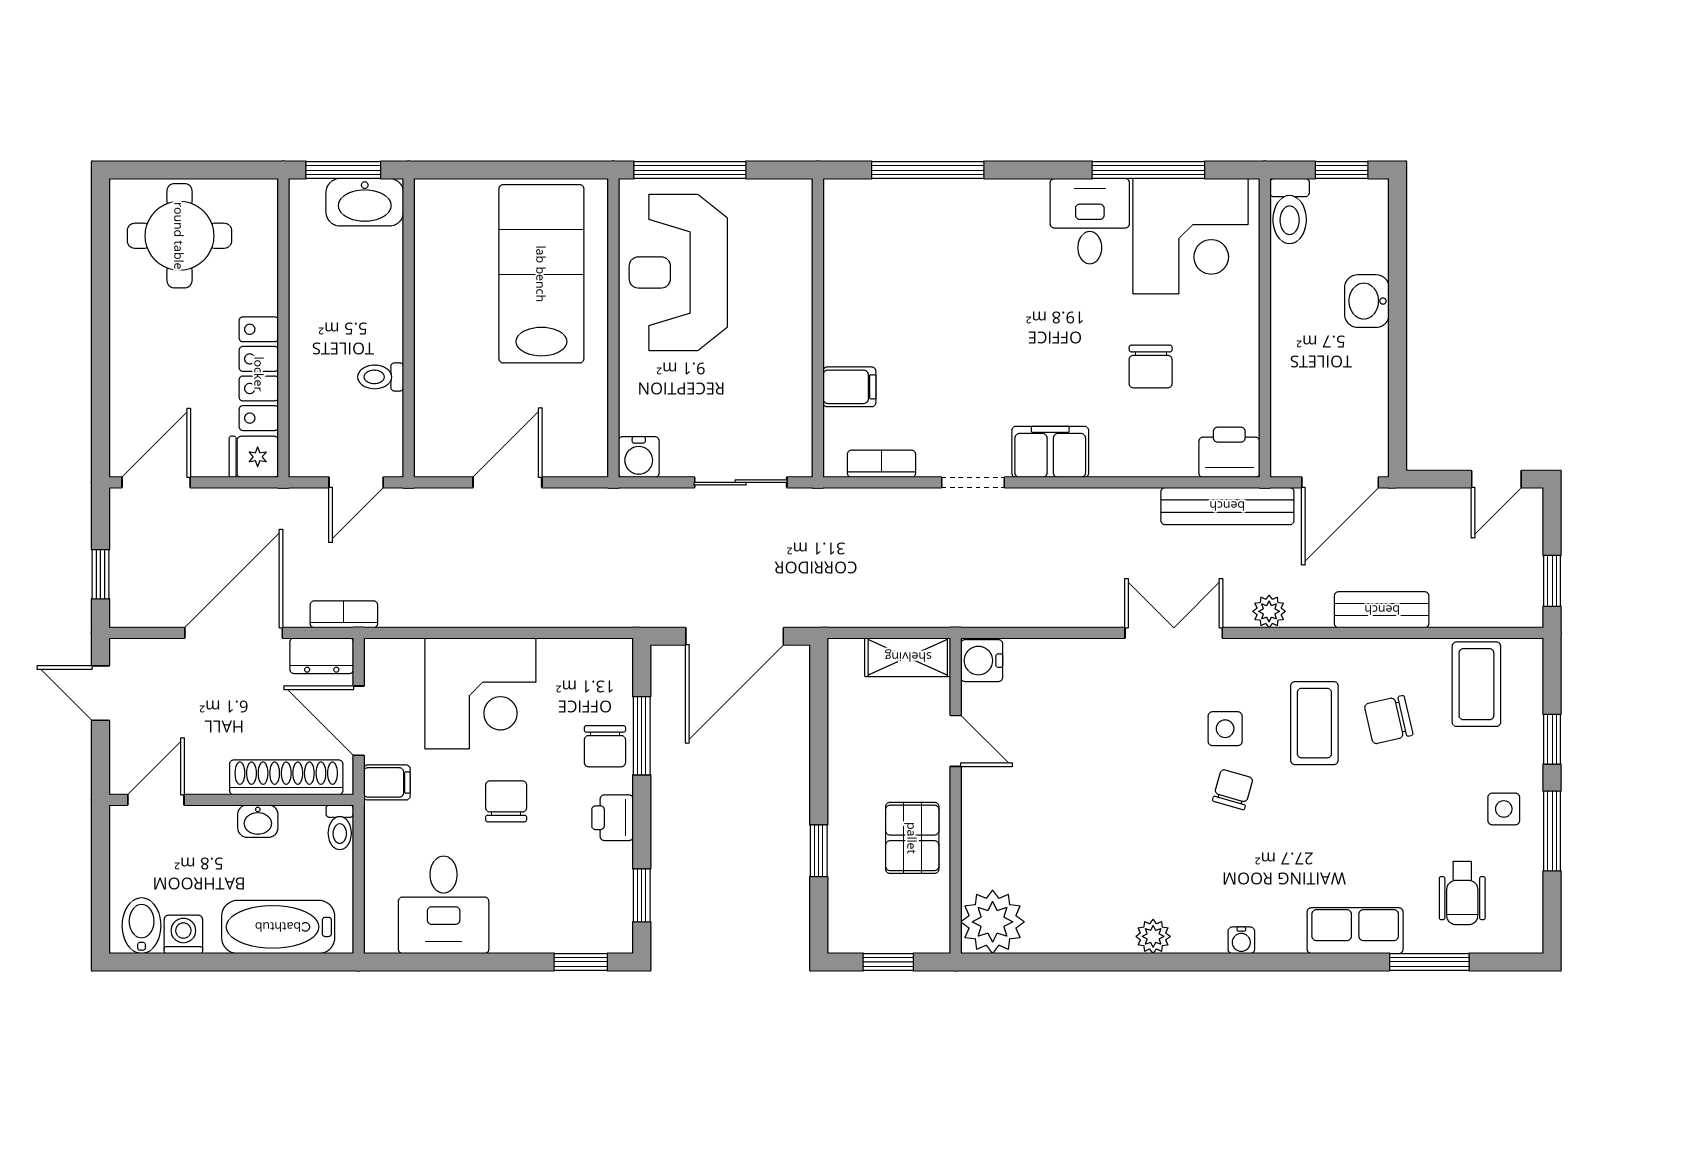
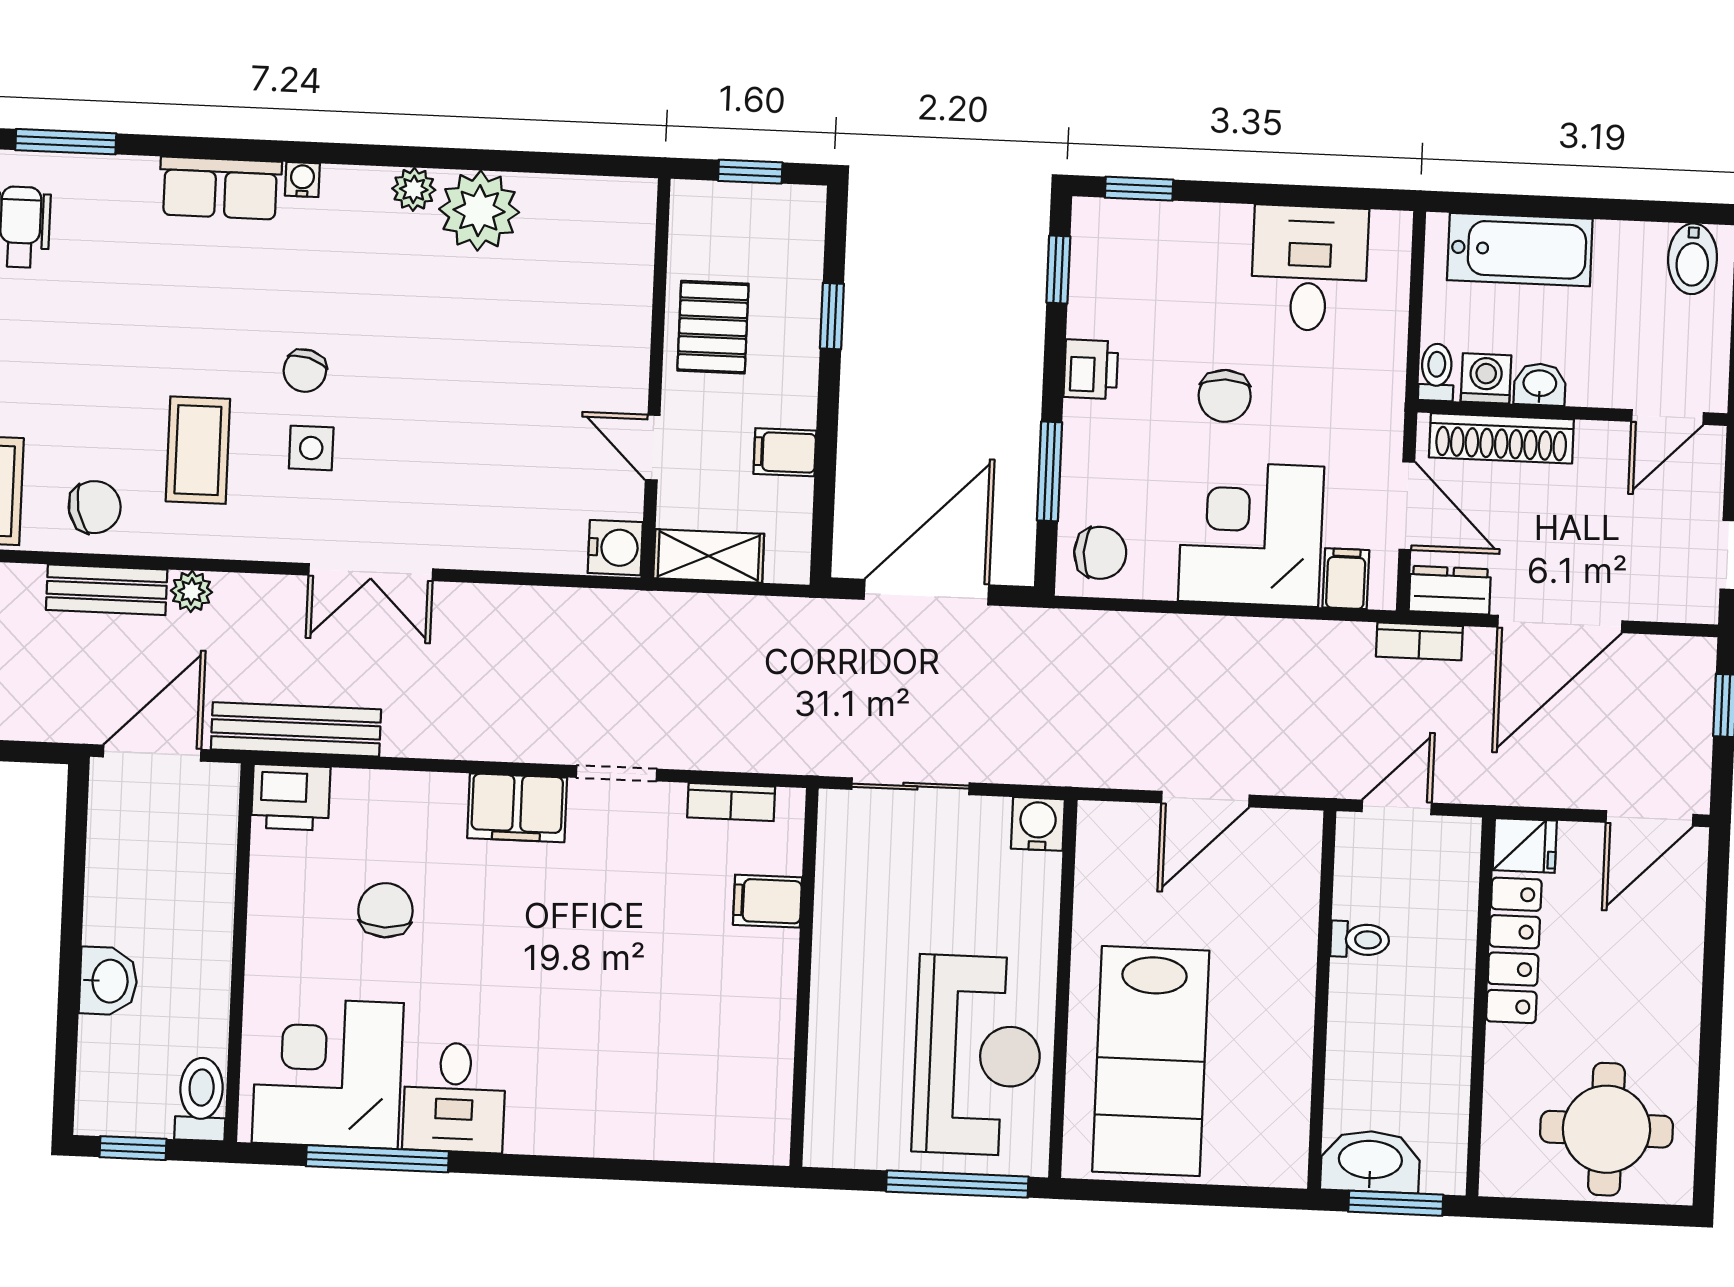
window: (928, 170) -> (656, 1171), removed
plant: (1269, 611) -> (191, 591), moved
chair: (1389, 720) -> (95, 507), moved
filing cabinet: (851, 742) -> (785, 452), added
chair: (605, 746) -> (1100, 553), moved, turned 90
filing cabinet: (387, 782) -> (1346, 579), moved, turned 90
plant: (993, 922) -> (479, 211), moved
row of seats: (1355, 931) -> (220, 188), moved
washing machine: (183, 934) -> (1486, 378), moved, turned 180

